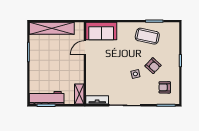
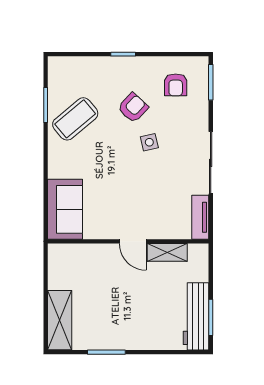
shelving: (52, 28) -> (60, 320), width x0.68
coffee table: (147, 36) -> (75, 119), turned 38
door: (85, 48) -> (133, 241), moved
shelving: (79, 94) -> (167, 252), moved

